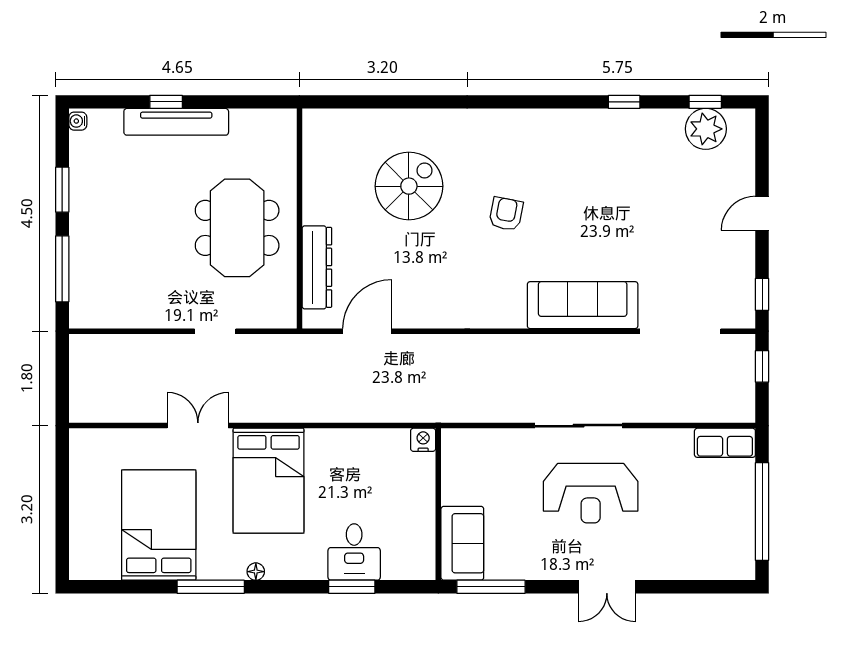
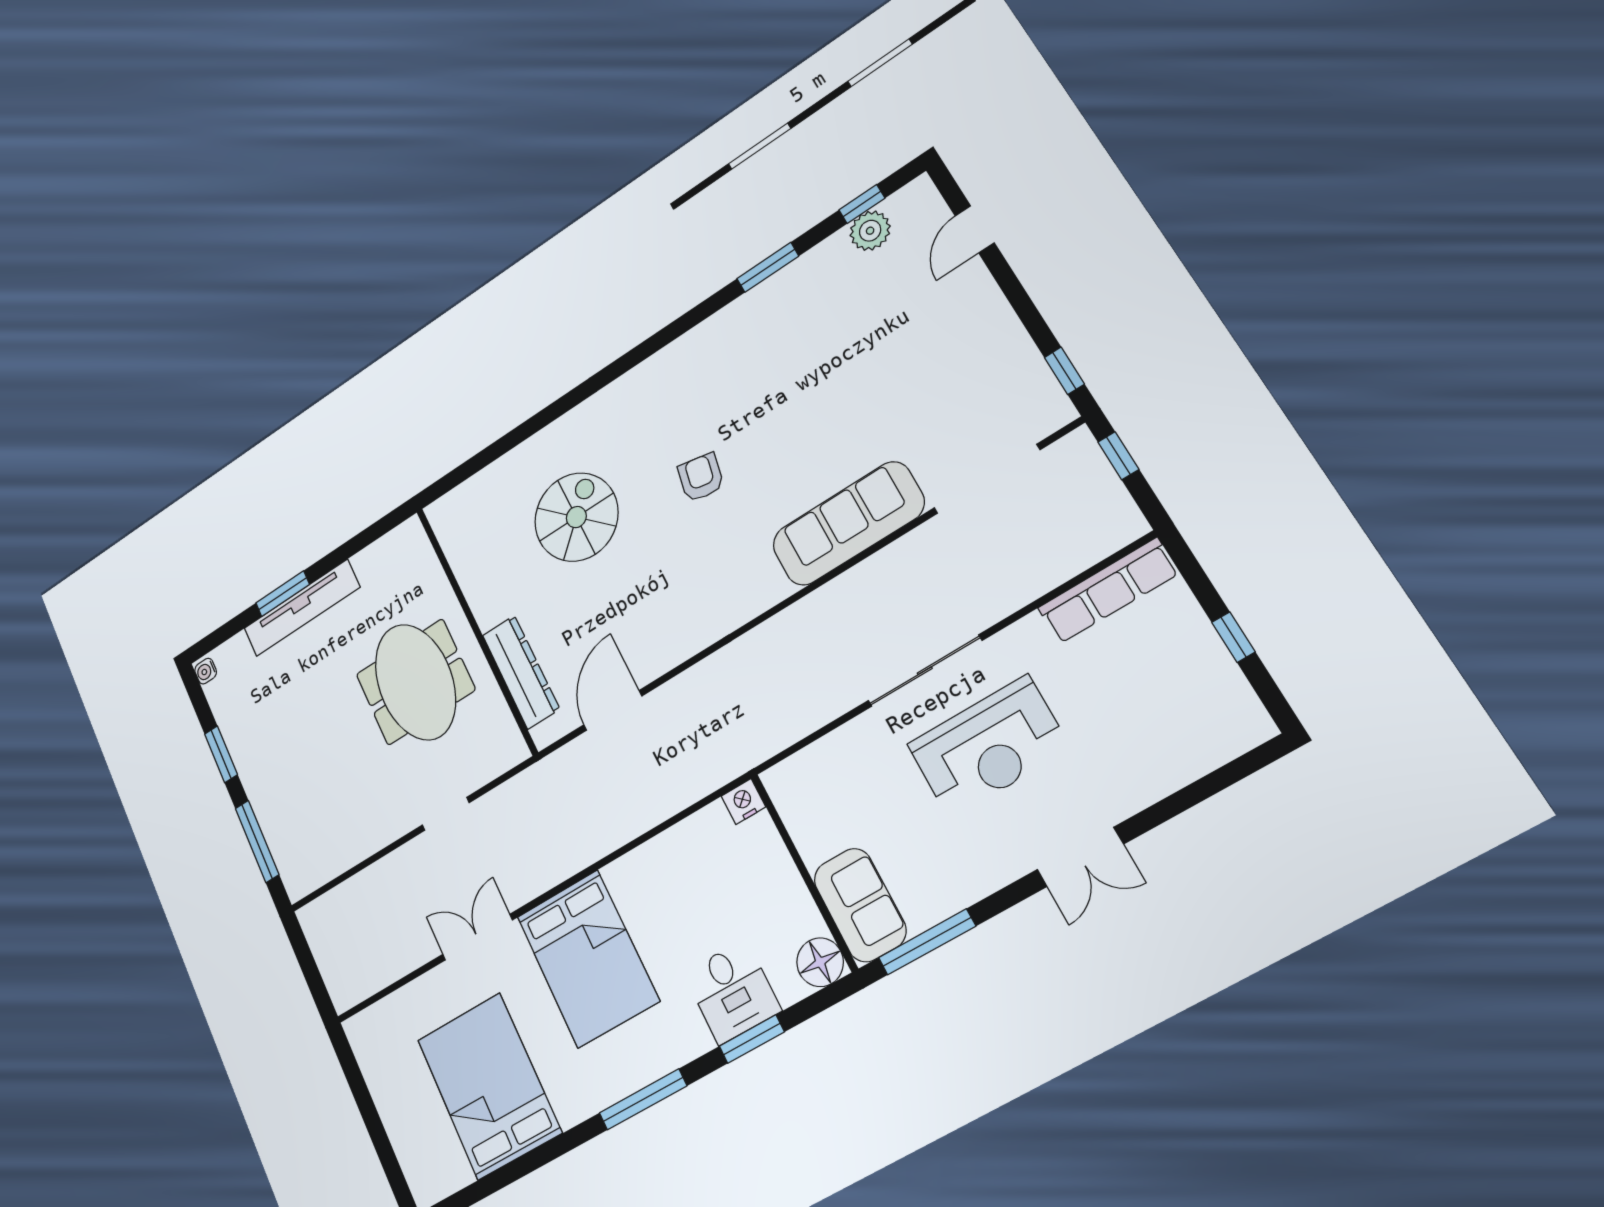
window: (166, 102) -> (283, 594), width x1.50
window: (624, 102) -> (768, 267), width x1.50
plant: (706, 129) -> (870, 231), width x0.73, depth x0.73
door: (762, 213) -> (975, 229), moved
row of seats: (725, 443) -> (1108, 591), width x1.48
window: (762, 512) -> (1233, 637), width x0.32
floor lamp: (256, 572) -> (820, 962), moved, width x1.89, depth x1.89
window: (211, 587) -> (643, 1099), moved

